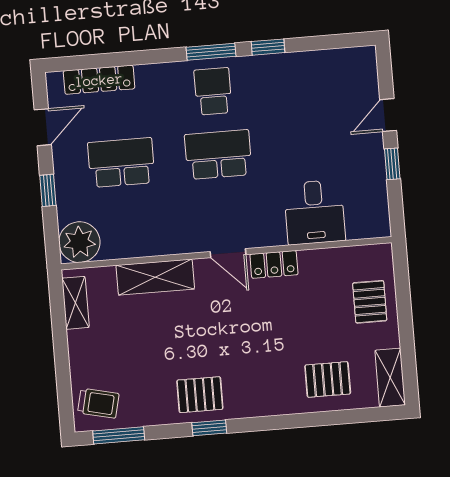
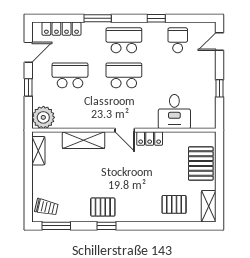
window: (211, 52) -> (98, 18), moved
school desk: (310, 83) -> (178, 40), added
school desk: (213, 91) -> (124, 40), width x1.85
door: (388, 115) -> (219, 42), moved
pallet: (370, 302) -> (201, 164), width x1.50, depth x1.42

